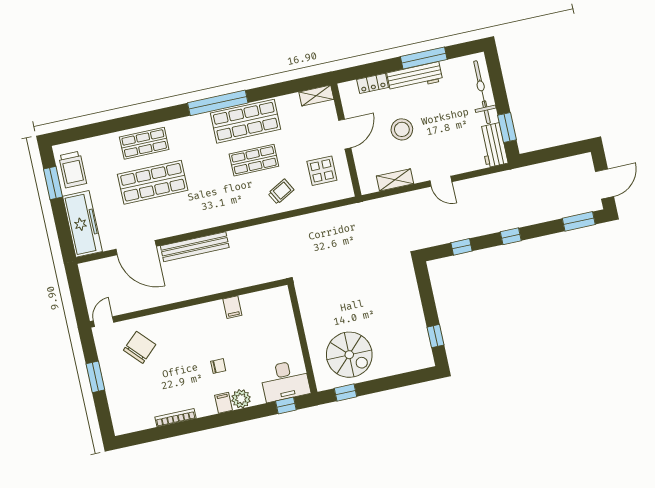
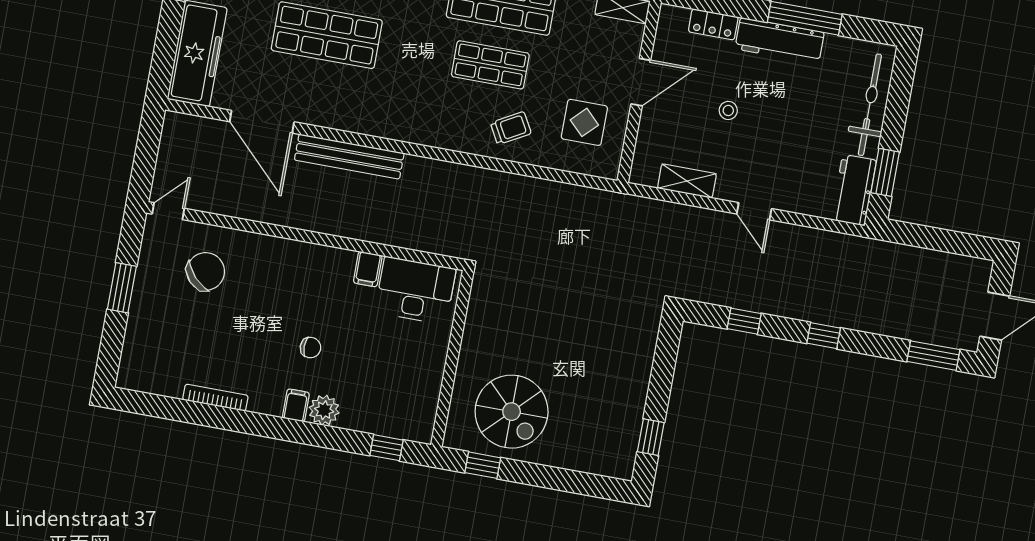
stool: (402, 129) -> (728, 110), width x0.53, depth x0.53
desk: (285, 381) -> (415, 291), moved, turned 180

